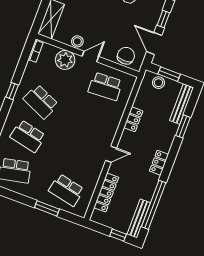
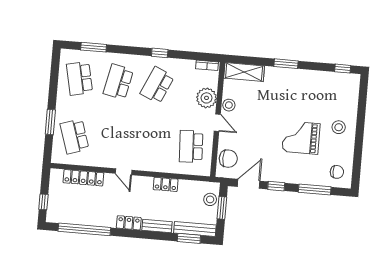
window: (183, 126) -> (189, 238), moved
school desk: (66, 190) -> (75, 136), turned -30
bench: (139, 218) -> (157, 226), moved, width x0.73

